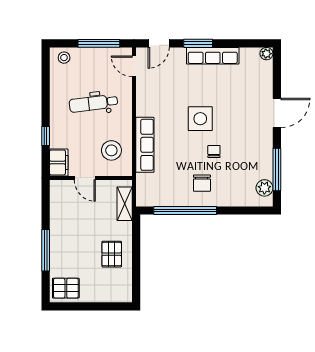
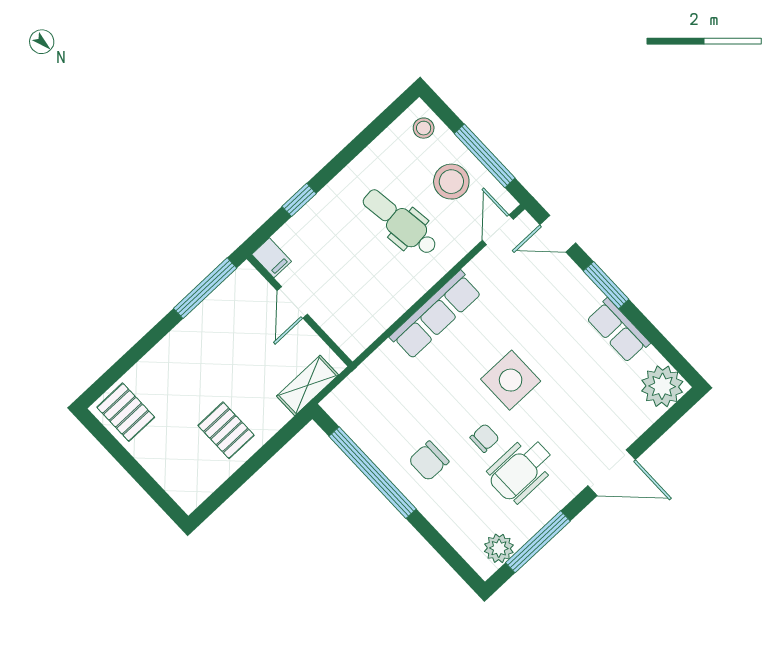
plant: (266, 54) -> (662, 386), width x1.87, depth x1.87
row of seats: (213, 56) -> (618, 330), width x0.68
row of seats: (145, 145) -> (436, 315), moved
wheelchair: (241, 149) -> (521, 470), added
stool: (111, 150) -> (451, 182), moved
filing cabinet: (59, 162) -> (272, 258), width x0.50
window: (46, 250) -> (205, 288), moved
pallet: (112, 254) -> (226, 430), turned 90

